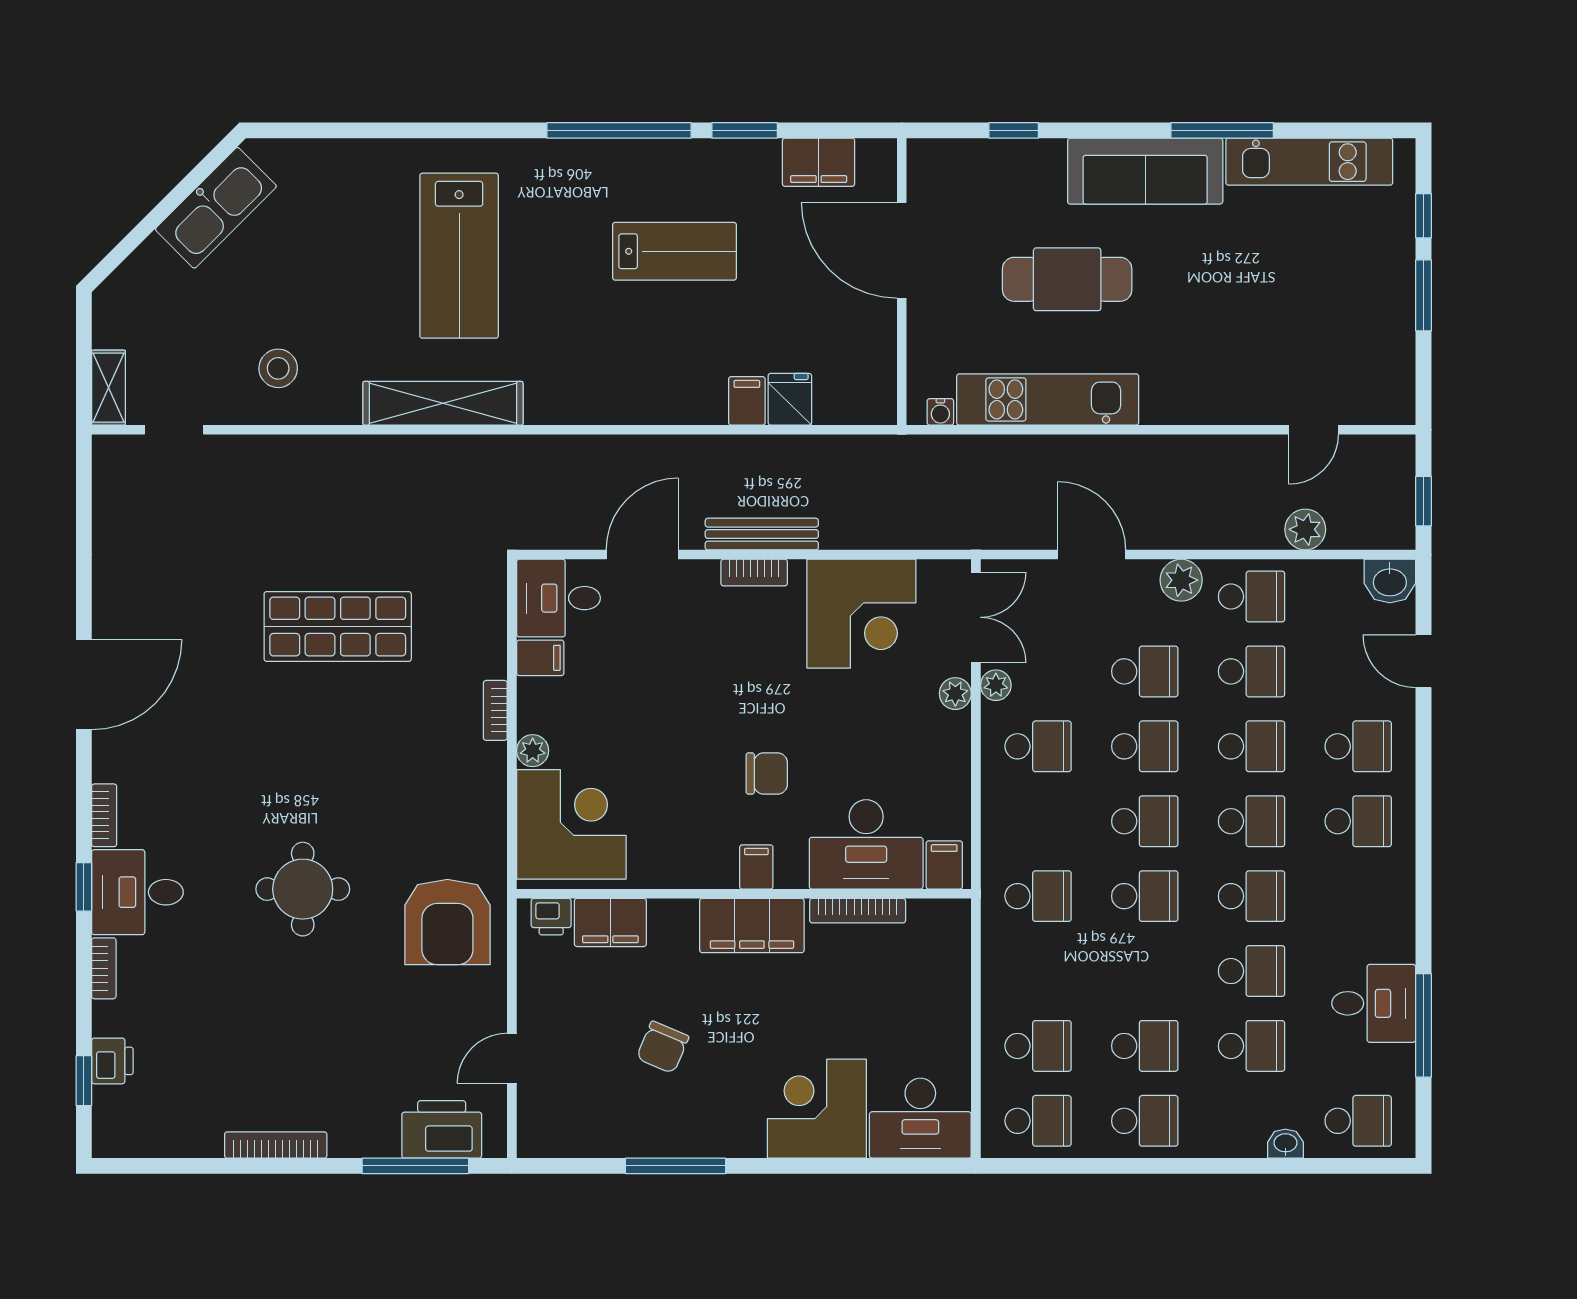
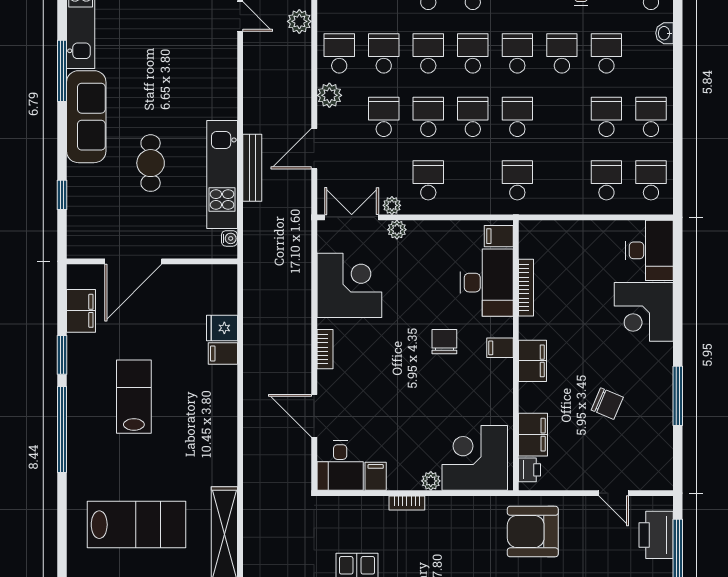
cafe table: (1067, 279) -> (151, 163), width x0.73, depth x0.74
bench: (762, 534) -> (252, 168), moved
armchair: (447, 922) -> (533, 532), turned 180
filing cabinet: (752, 926) -> (533, 361), width x0.67, depth x0.86

